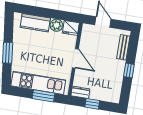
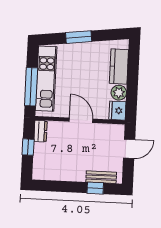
door: (75, 58) -> (81, 120), swing flipped
window: (129, 70) -> (95, 188), moved
window: (44, 96) -> (31, 87), width x1.44

